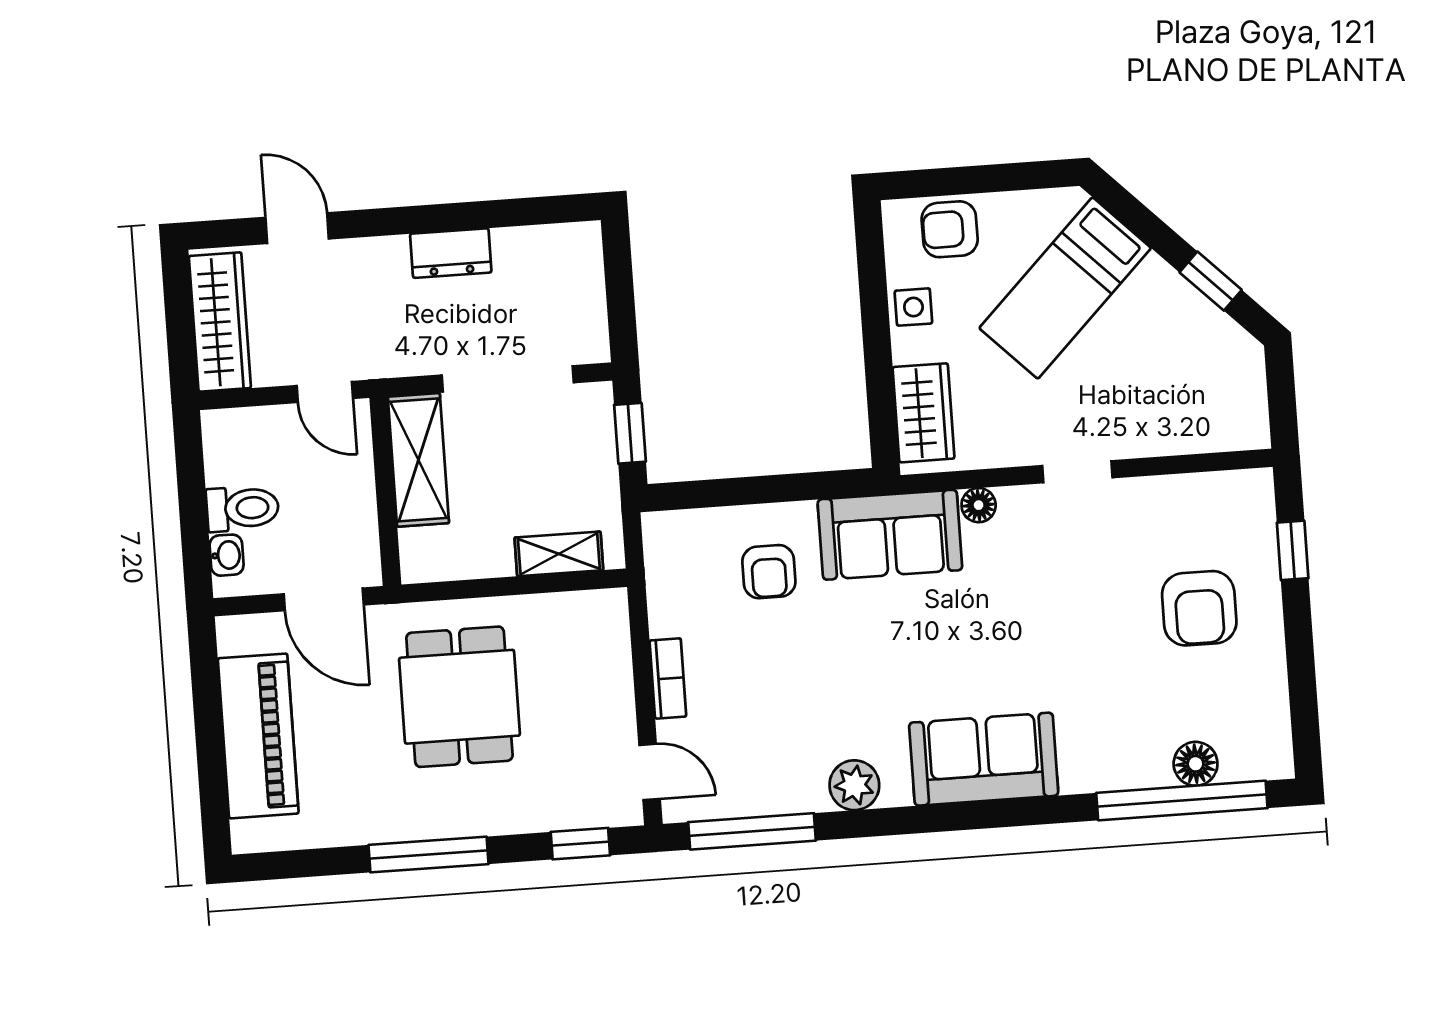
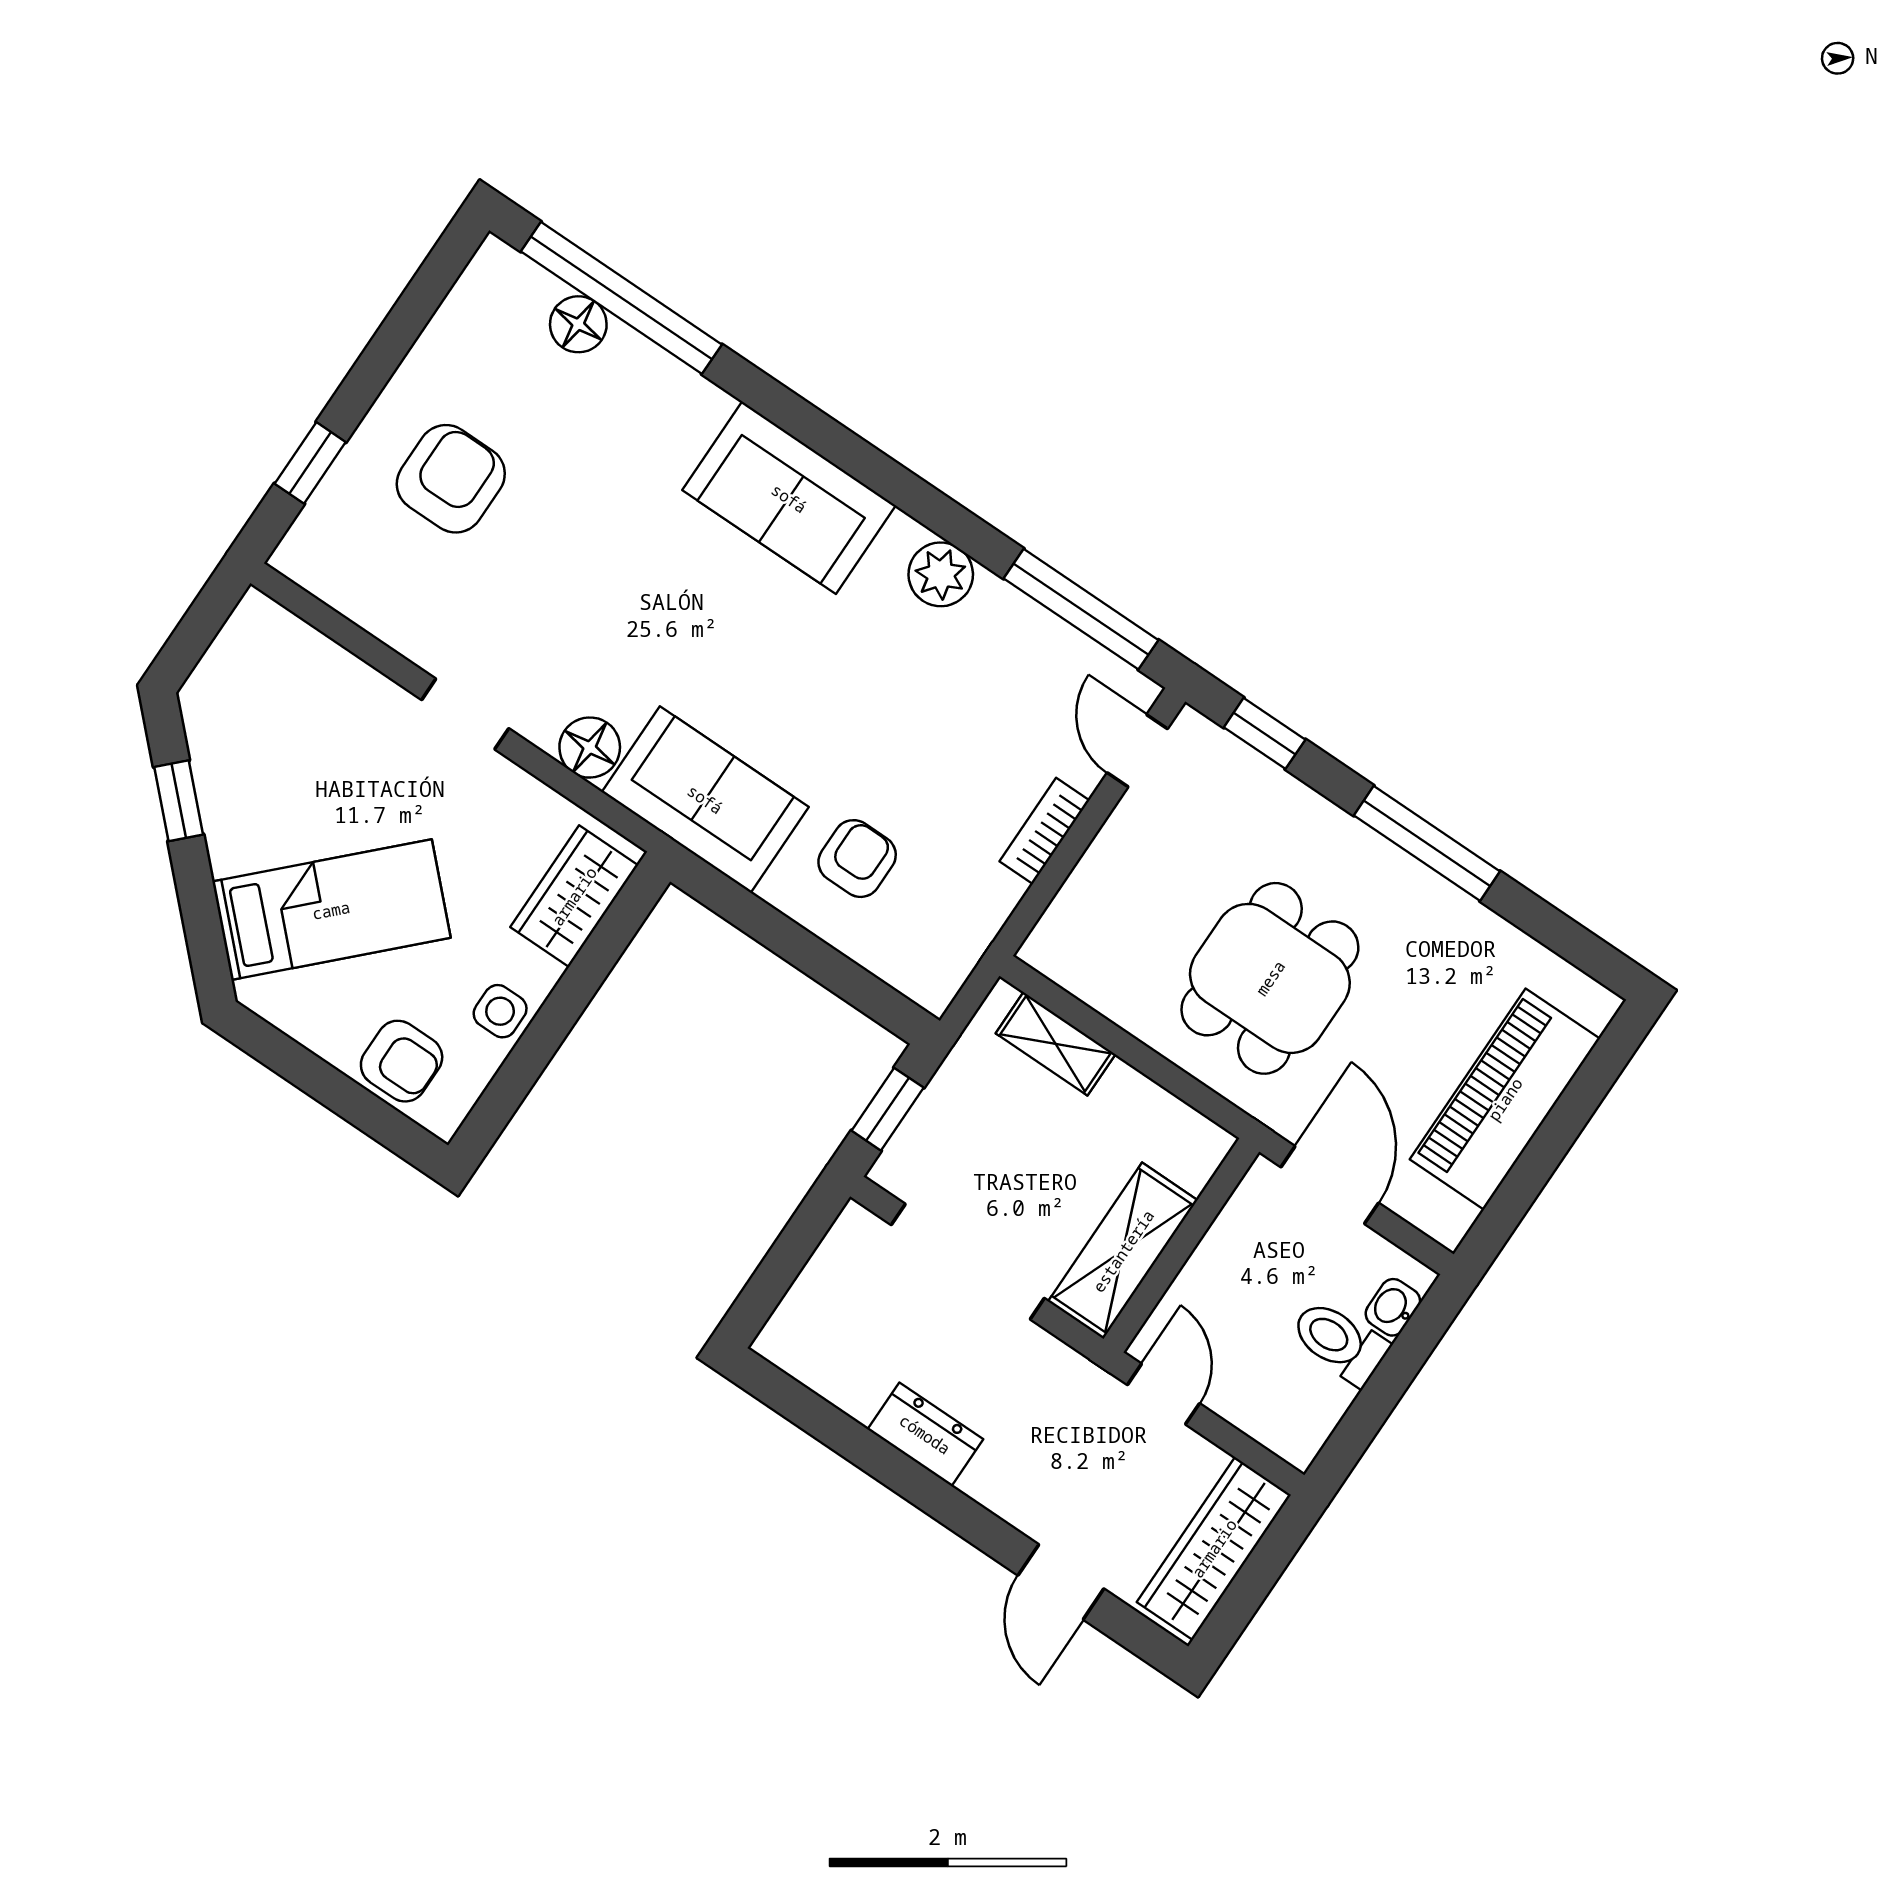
floor lamp: (979, 505) -> (590, 748), width x1.37, depth x1.37

